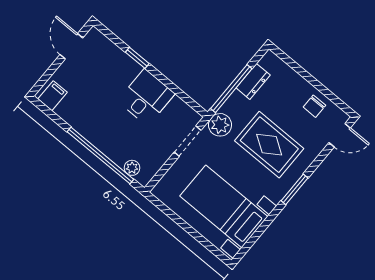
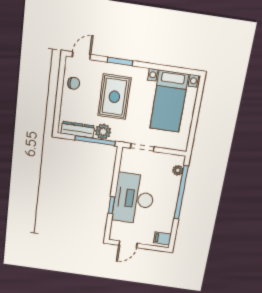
dresser: (253, 81) -> (78, 130), width x1.44
desk: (146, 97) -> (134, 199), width x1.87, depth x1.30
plant: (220, 125) -> (103, 132), moved
door: (340, 135) -> (81, 56), hinge flipped
window: (295, 189) -> (120, 61), moved

